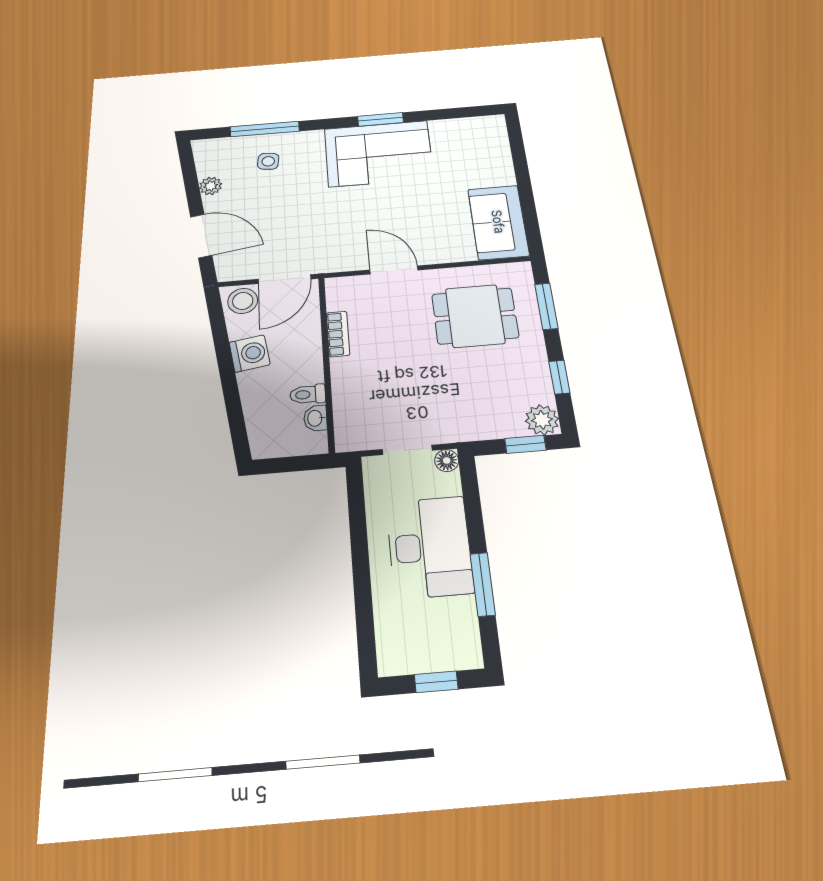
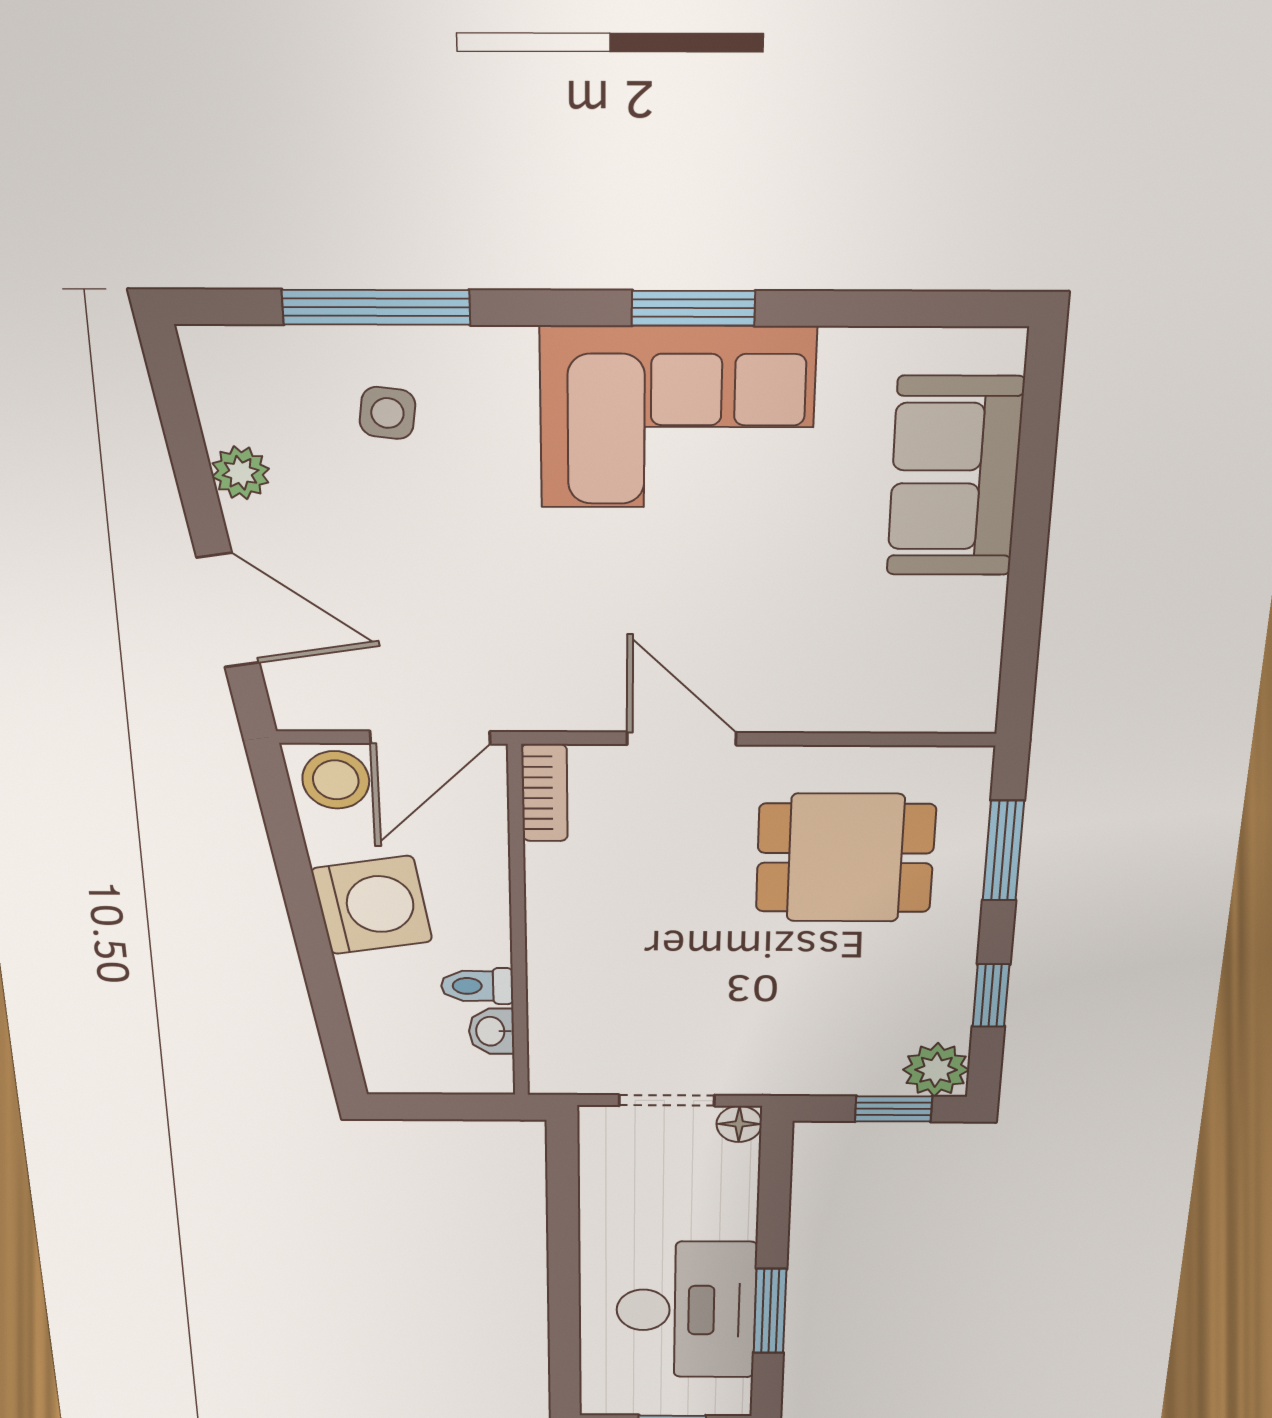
sofa: (498, 222) -> (955, 477), moved
bookcase: (338, 334) -> (545, 793), moved
washing machine: (250, 353) -> (372, 905), width x1.37, depth x1.37
desk: (429, 547) -> (686, 1310), moved

